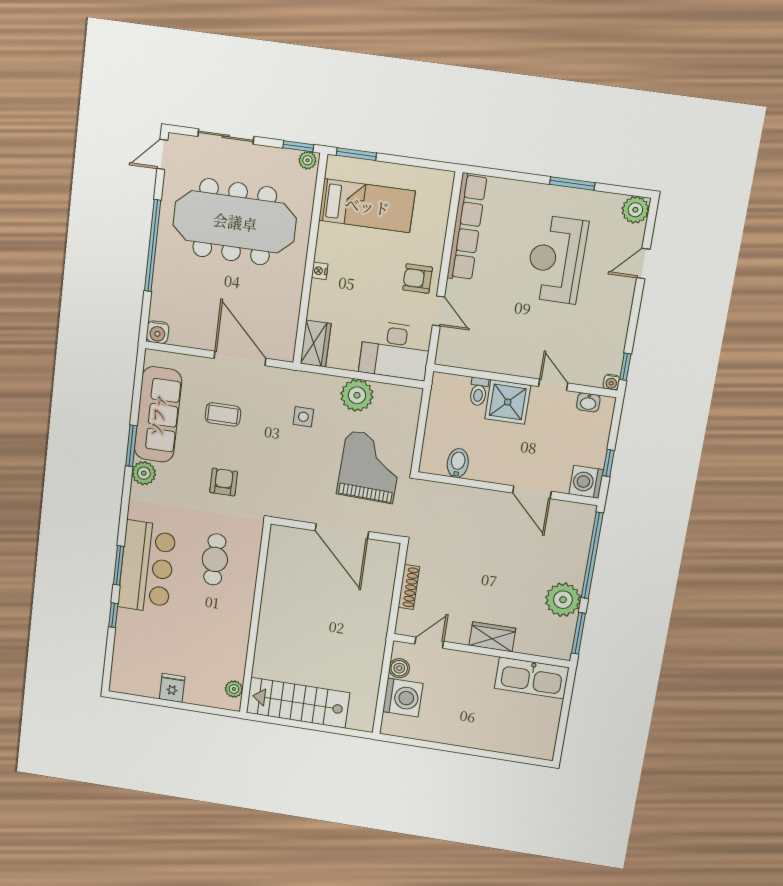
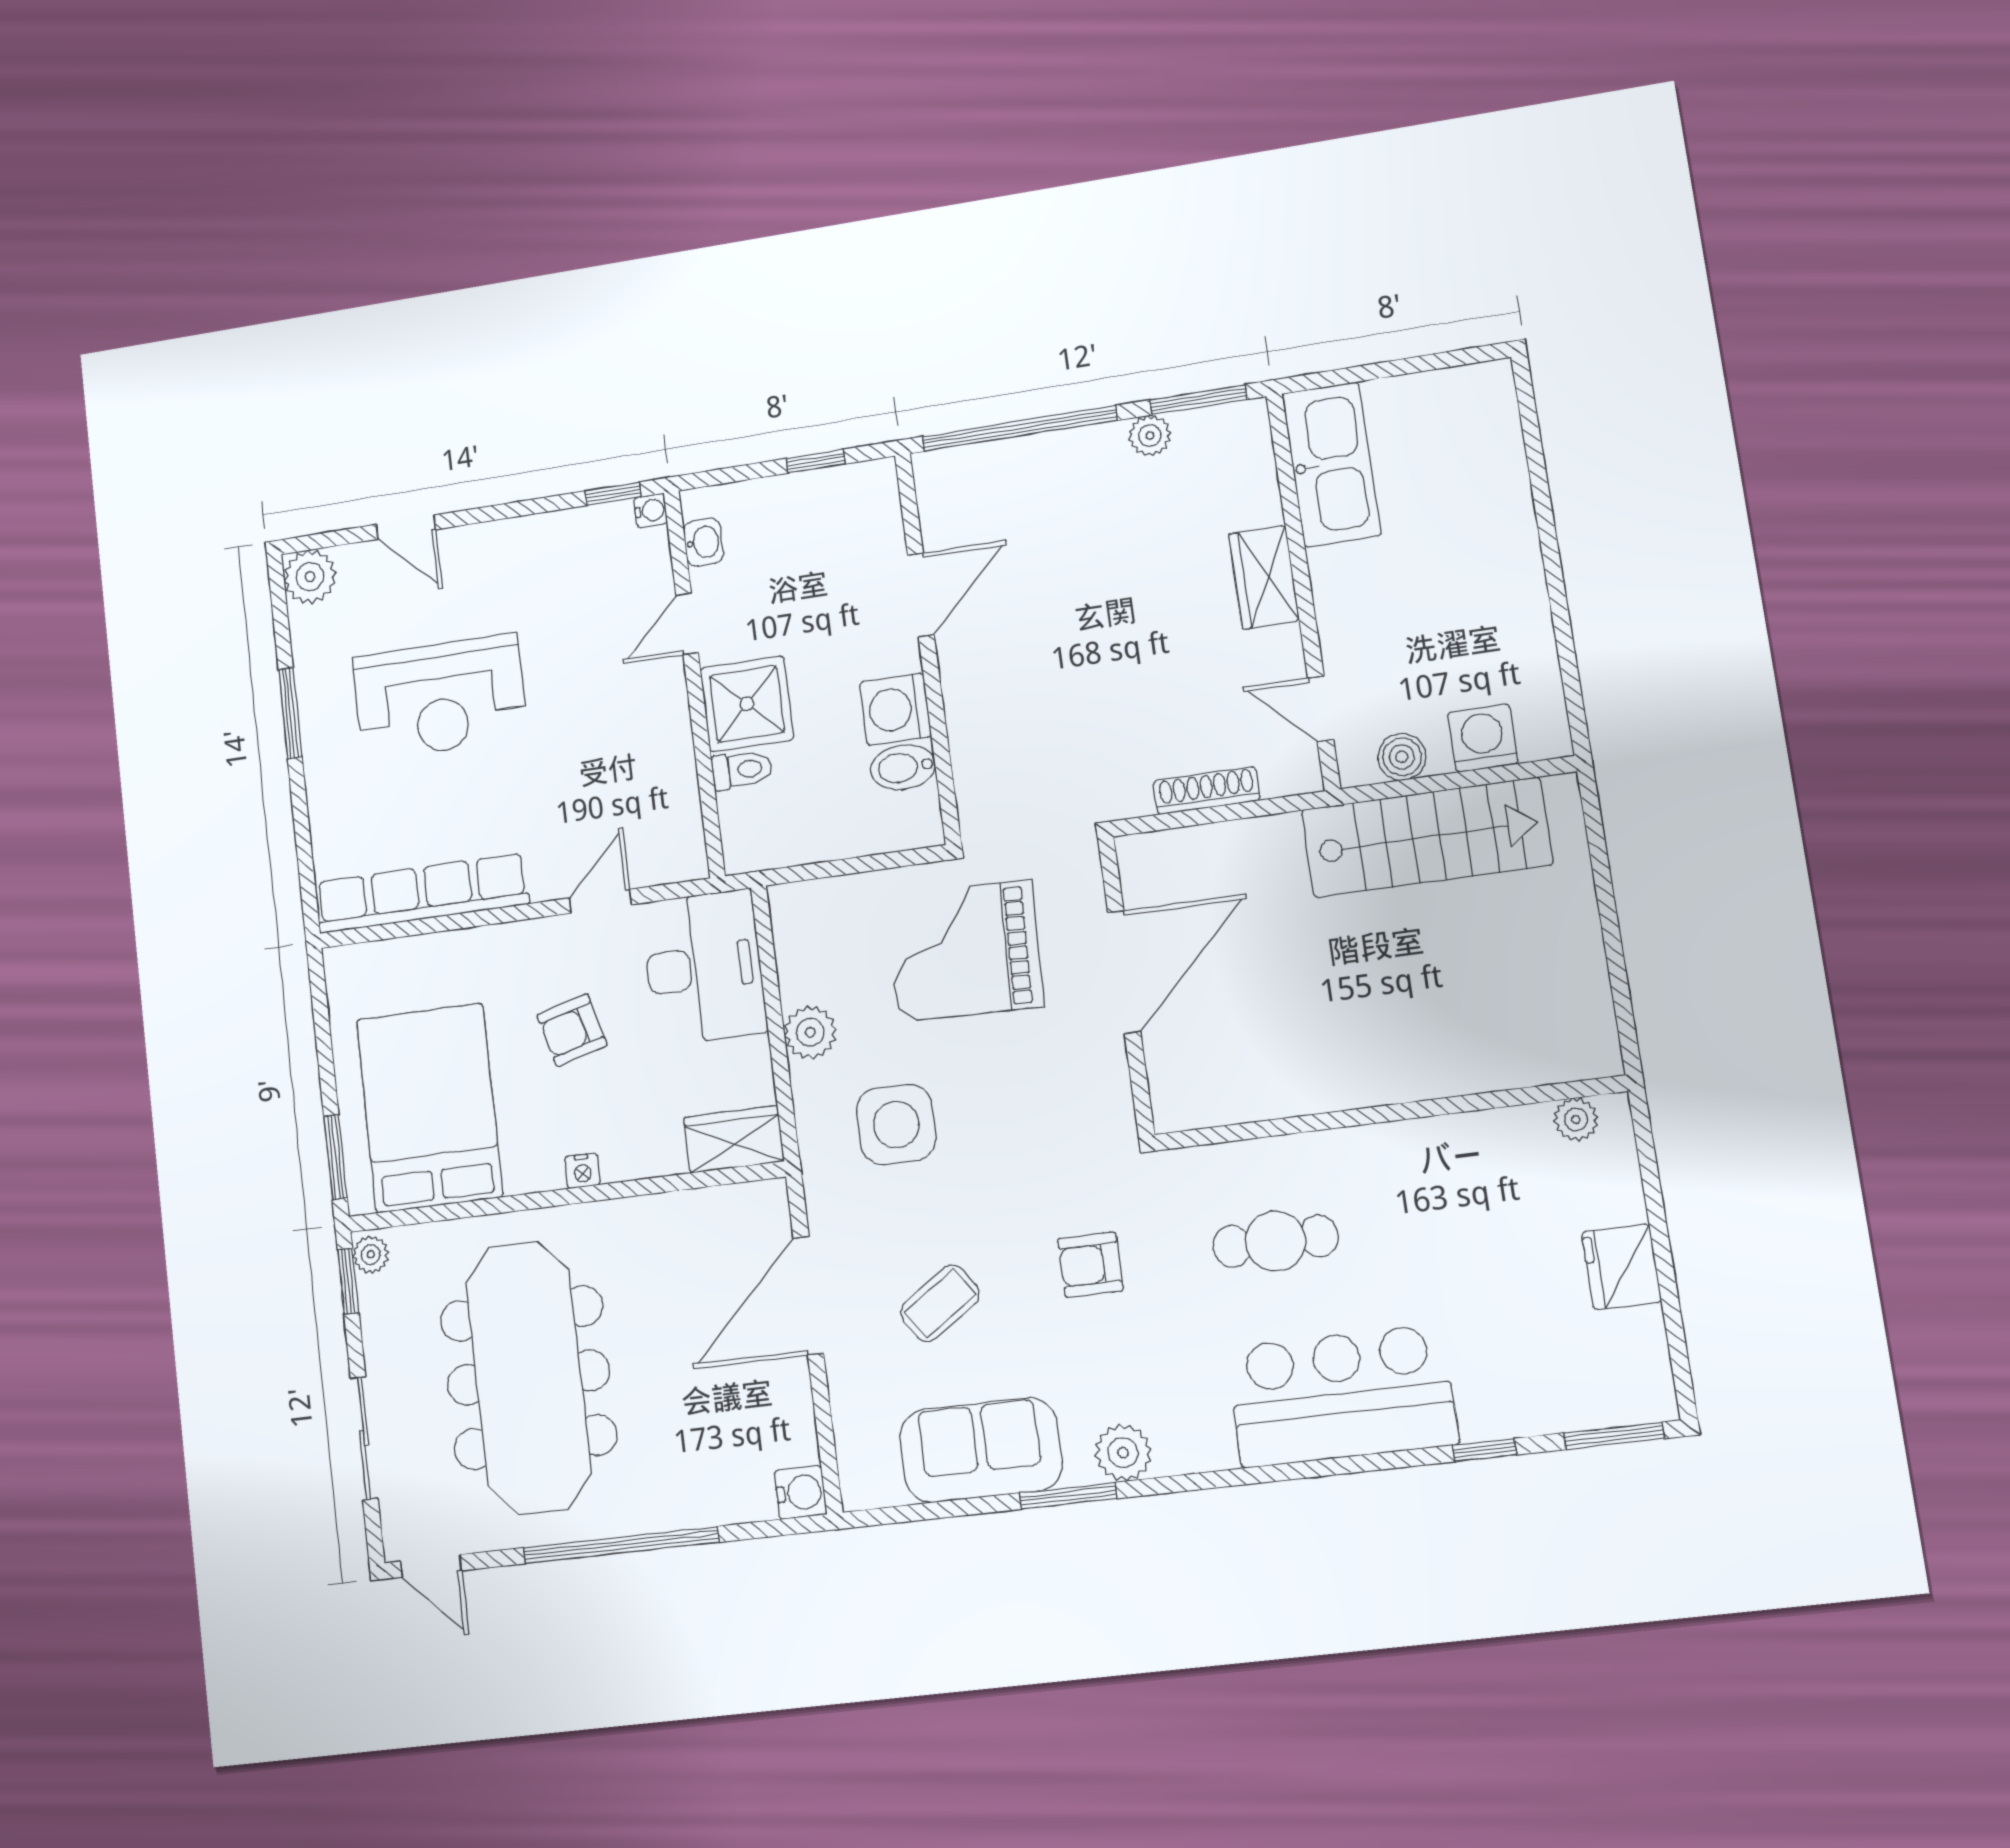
bed: (367, 206) -> (429, 1108), width x1.50
armchair: (418, 279) -> (572, 1030), moved, turned 75
plant: (357, 395) -> (810, 1032), width x0.73, depth x0.73
coffee table: (223, 414) -> (940, 1303), turned 56
sofa: (158, 415) -> (981, 1450), width x0.73
side table: (303, 417) -> (896, 1124), width x1.87, depth x1.87
washing machine: (586, 482) -> (895, 709), moved, turned 90
window: (119, 566) -> (1614, 1436), moved
plant: (563, 600) -> (1150, 436), width x0.53, depth x0.53
fridge: (172, 688) -> (1622, 1267), width x1.38
washing machine: (403, 698) -> (1483, 738), width x0.73, depth x0.73
stairs: (298, 703) -> (1427, 837), moved, turned -90

